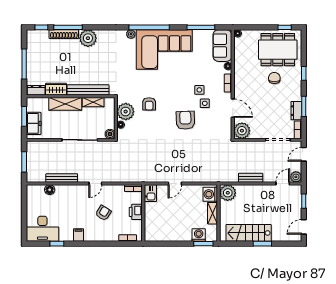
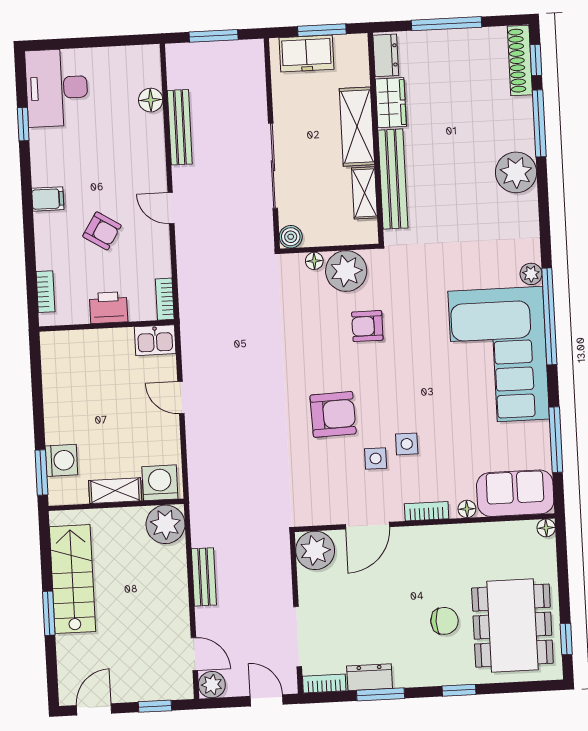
shoe rack: (64, 34) -> (520, 60), moved
door: (304, 227) -> (94, 709), hinge flipped
filing cabinet: (78, 235) -> (48, 199), moved

